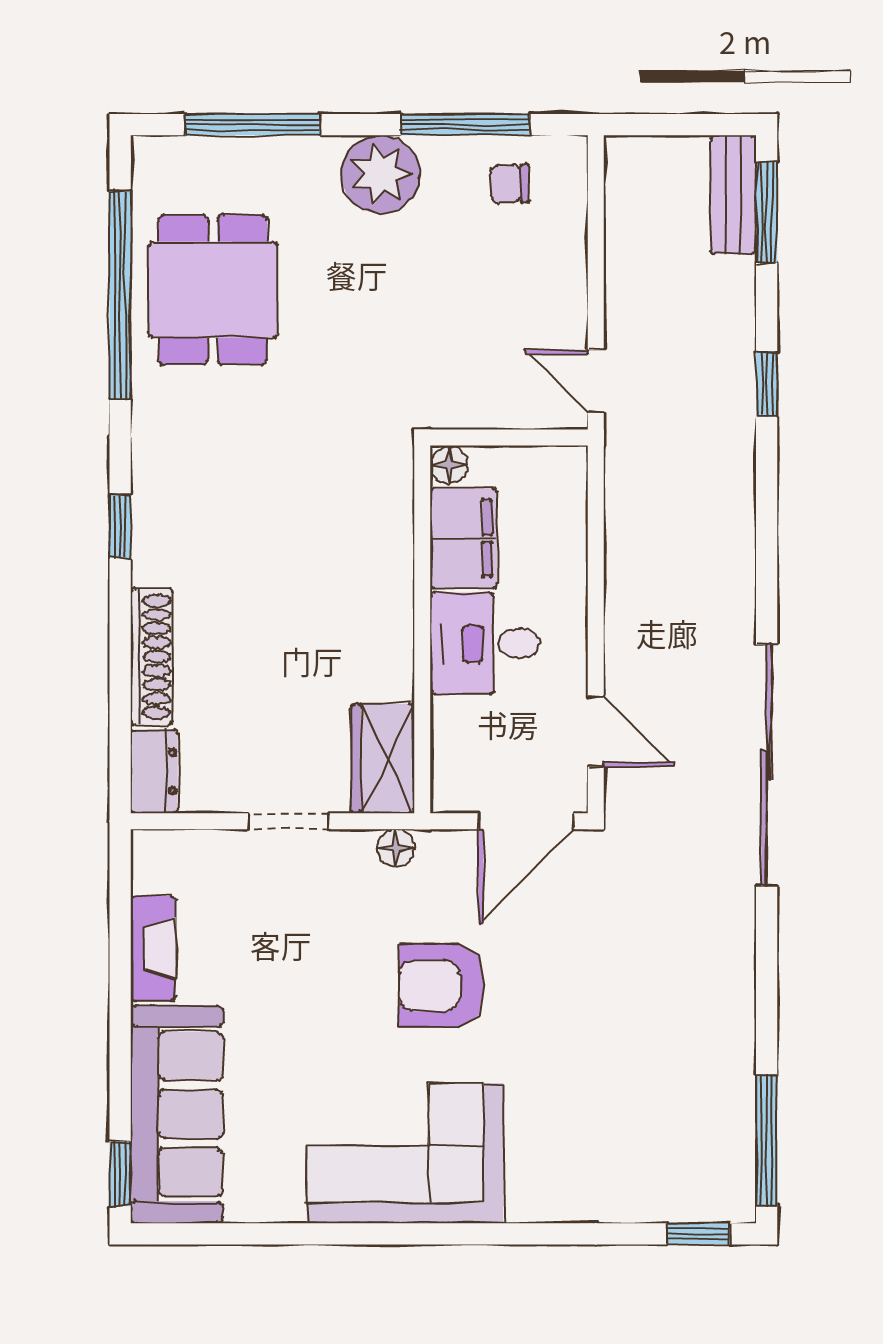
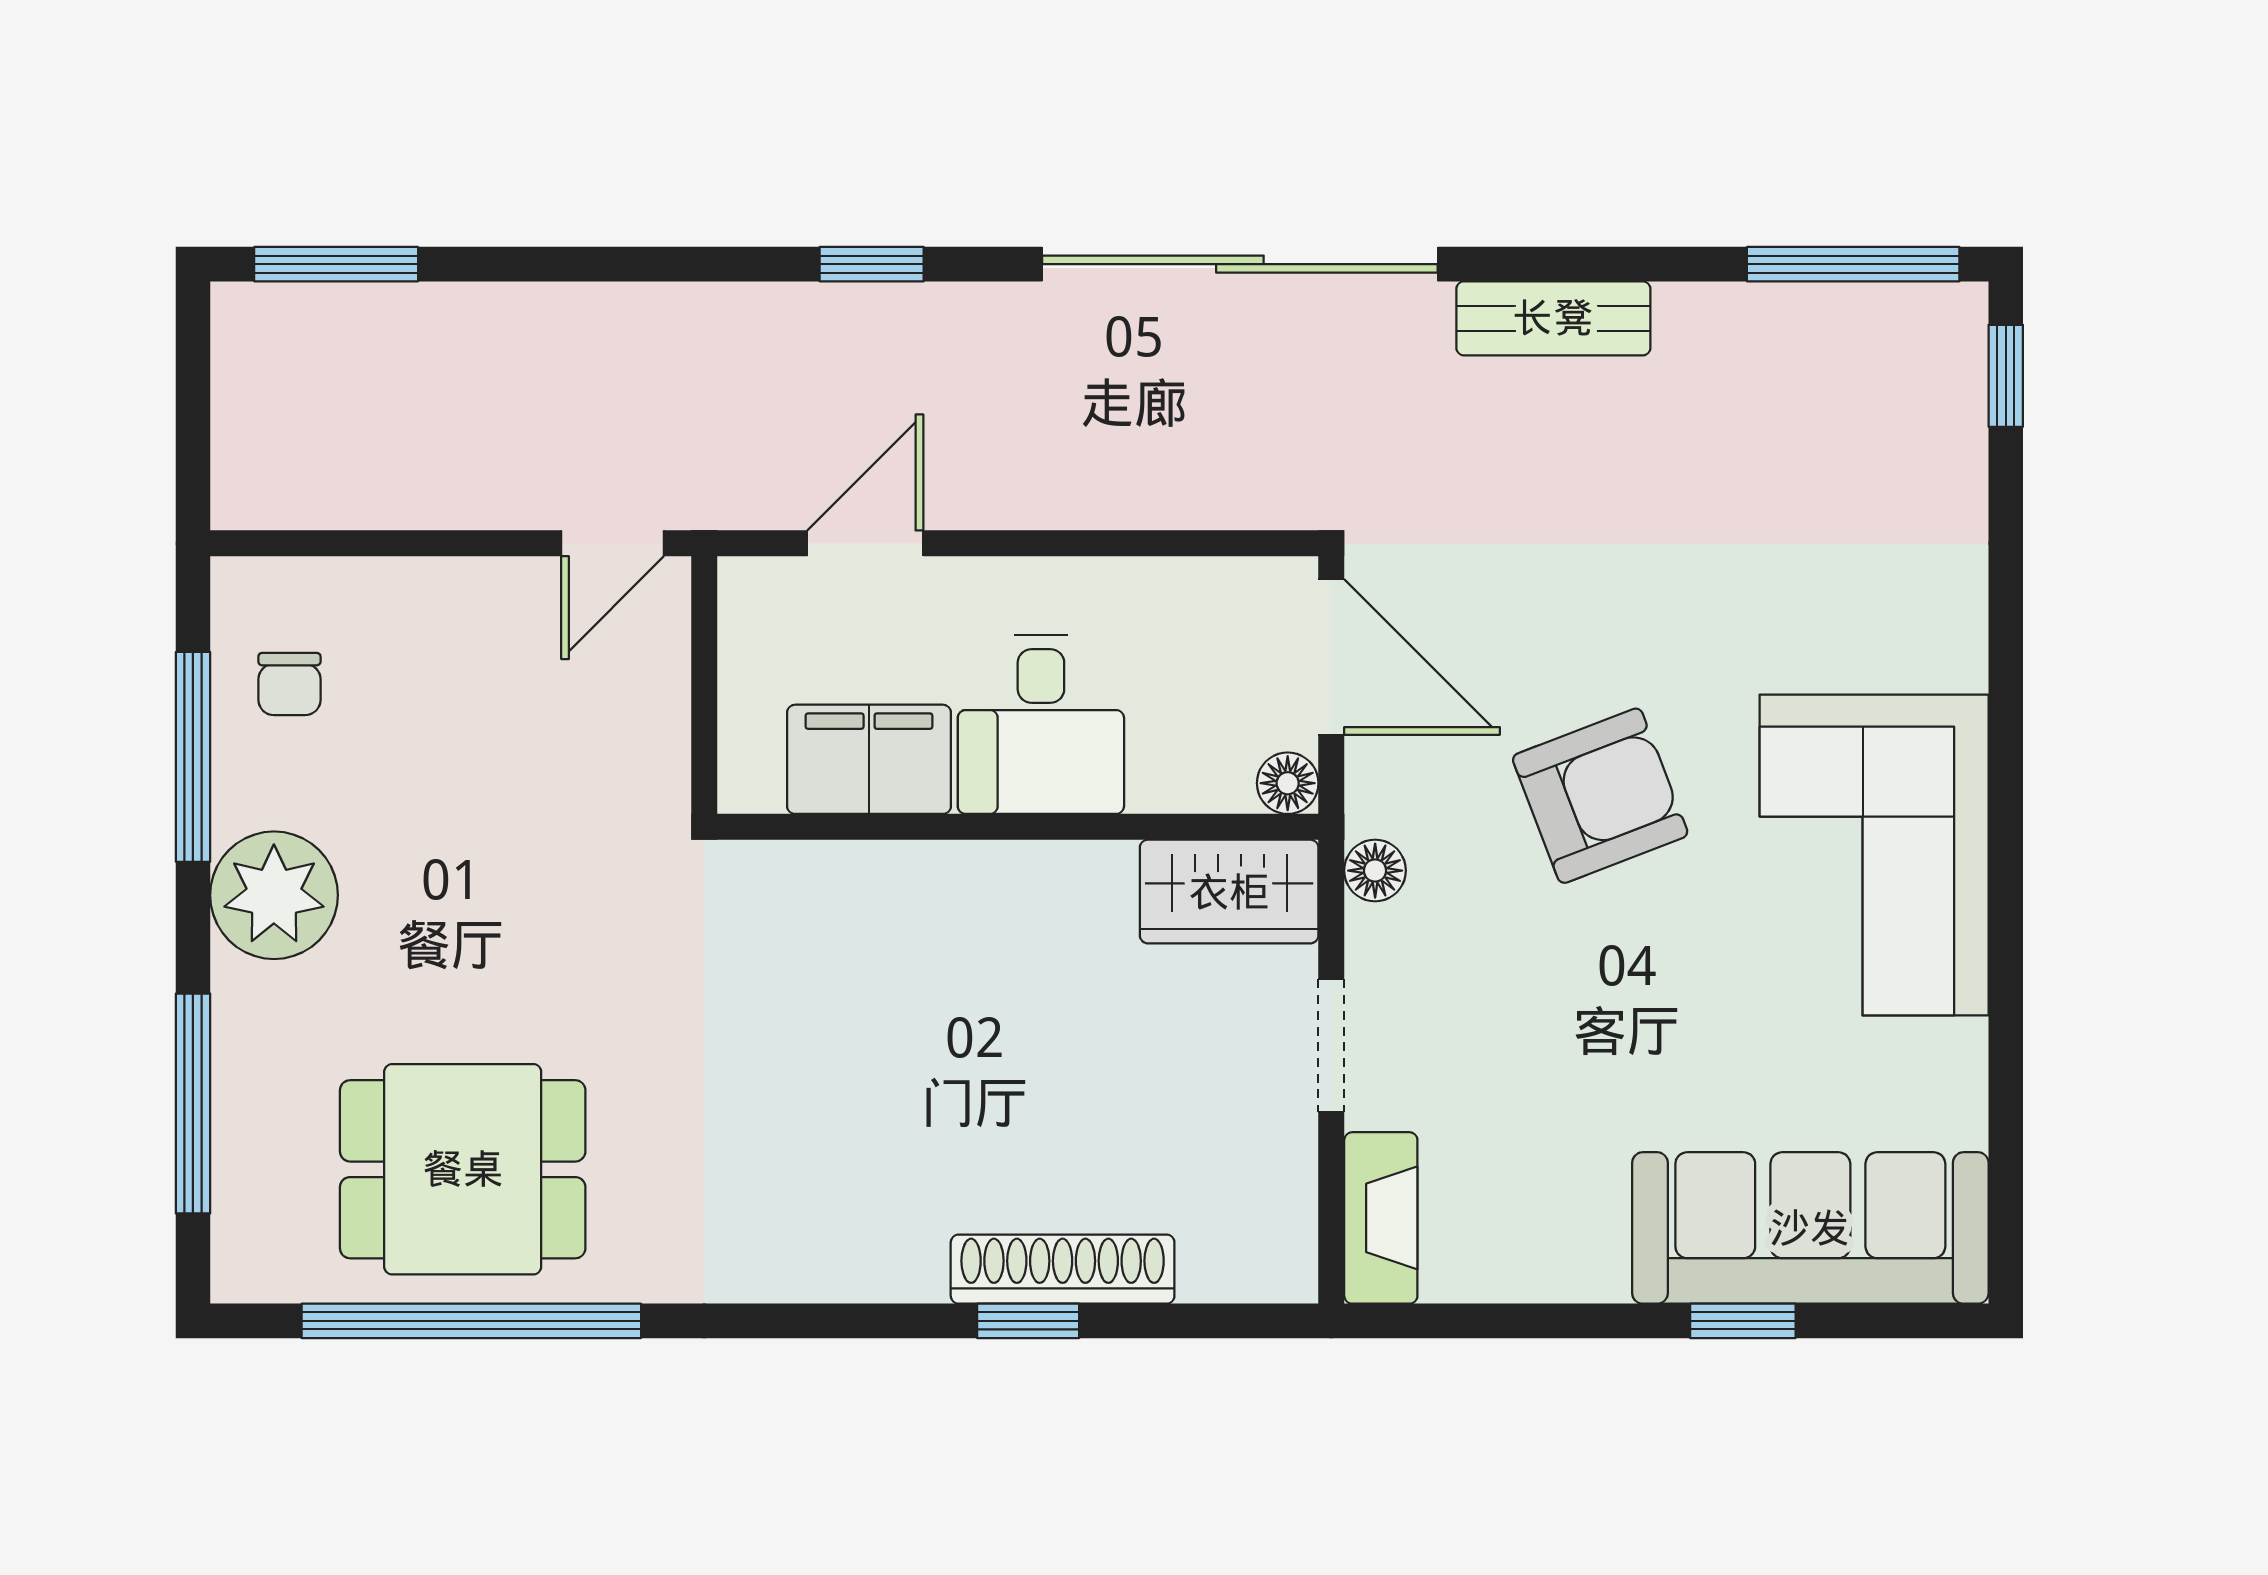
bench: (733, 195) -> (1553, 318), moved
window: (767, 384) -> (872, 264), moved
floor lamp: (449, 465) -> (1288, 783), moved
window: (120, 527) -> (1028, 1321), moved
door: (596, 731) -> (865, 543), moved
dresser: (154, 771) -> (1250, 1265), removed
fireplace: (153, 949) -> (1381, 1218), moved, turned 90
armchair: (441, 986) -> (1600, 796), turned -111
window: (120, 1174) -> (1743, 1321), moved

